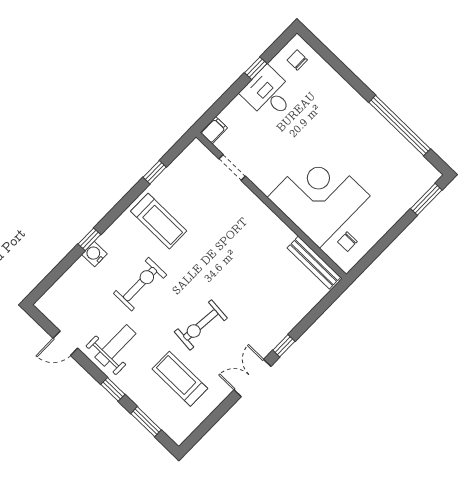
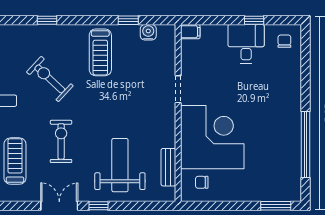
doorway: (232, 168) -> (178, 89), moved
water cooler: (94, 254) -> (148, 32), moved
bench: (314, 263) -> (168, 167), width x0.73
exercise bike: (140, 284) -> (50, 79), turned -137
weight bench: (268, 295) -> (120, 165), added
exercise bike: (201, 325) -> (61, 141), turned 85

